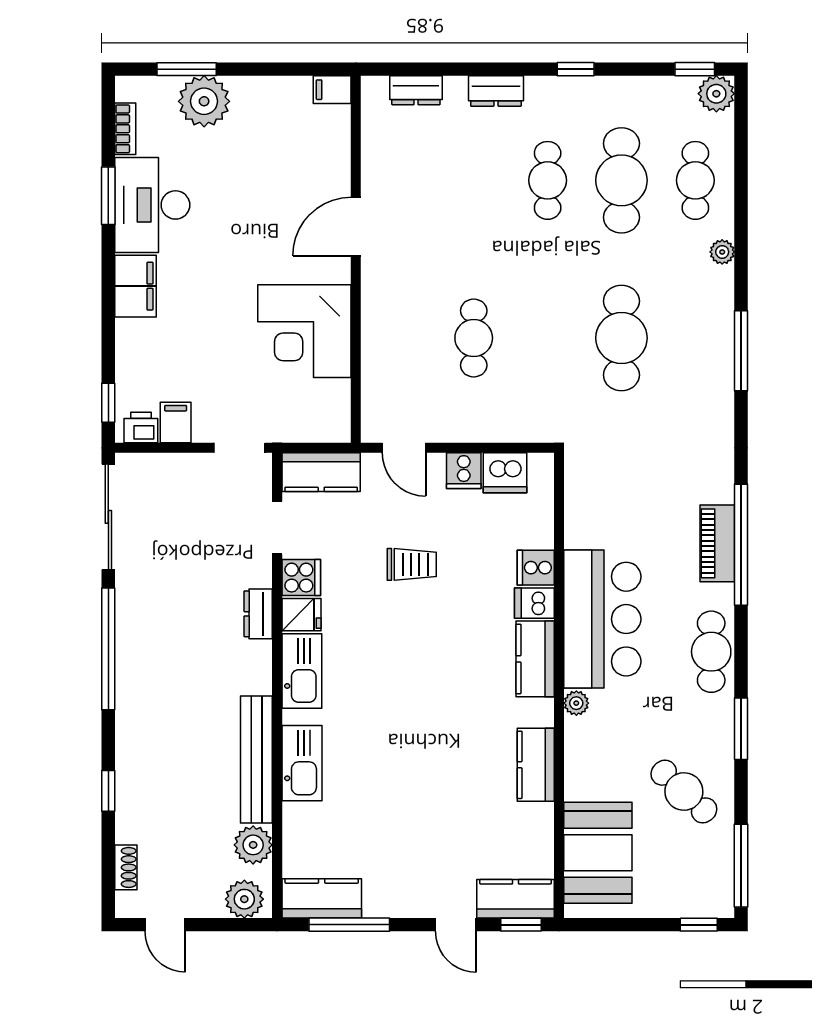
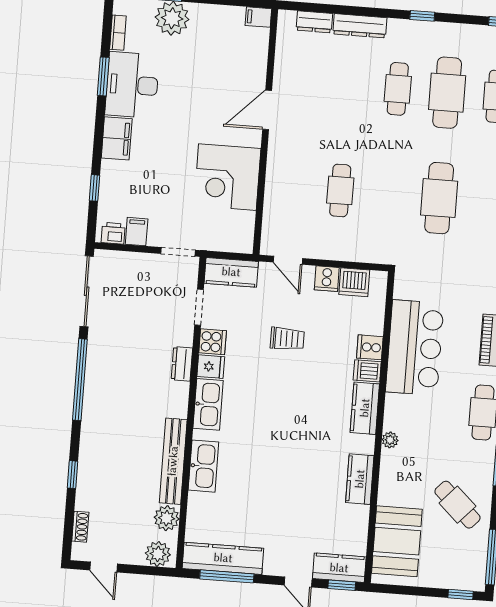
dresser: (496, 91) -> (360, 26), width x1.44
window: (108, 403) -> (95, 188), moved
bar counter: (602, 619) -> (415, 348), moved
kitchen counter: (322, 898) -> (223, 558), width x1.50

